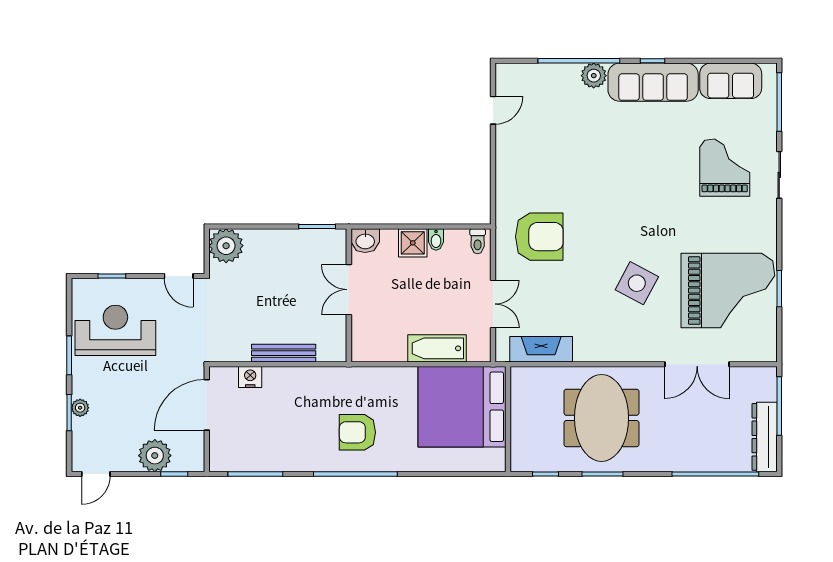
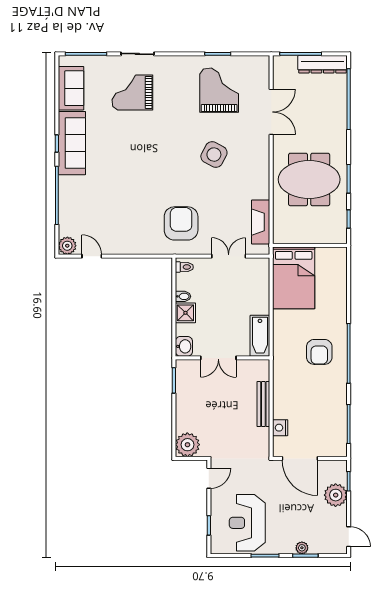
plant: (594, 76) -> (67, 246), moved
grand piano: (728, 291) -> (219, 90), width x0.73, depth x0.68
bathtub: (437, 348) -> (260, 336), moved
bed: (462, 407) -> (294, 278), width x0.73

